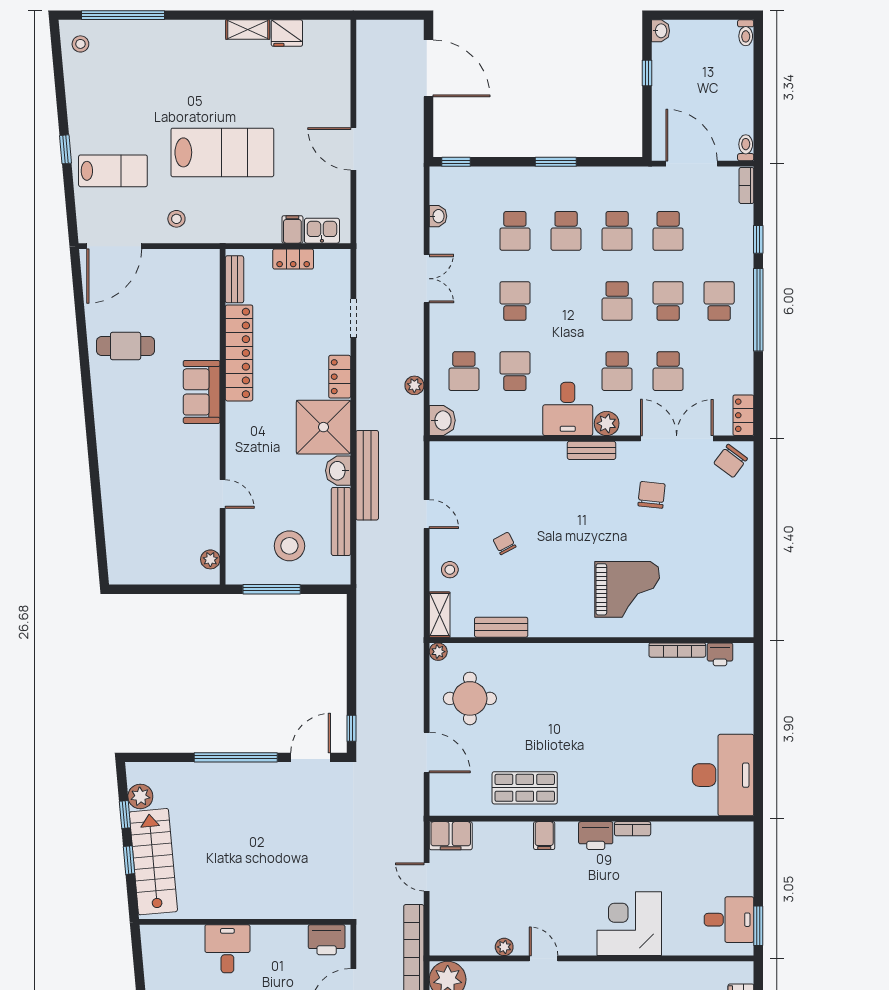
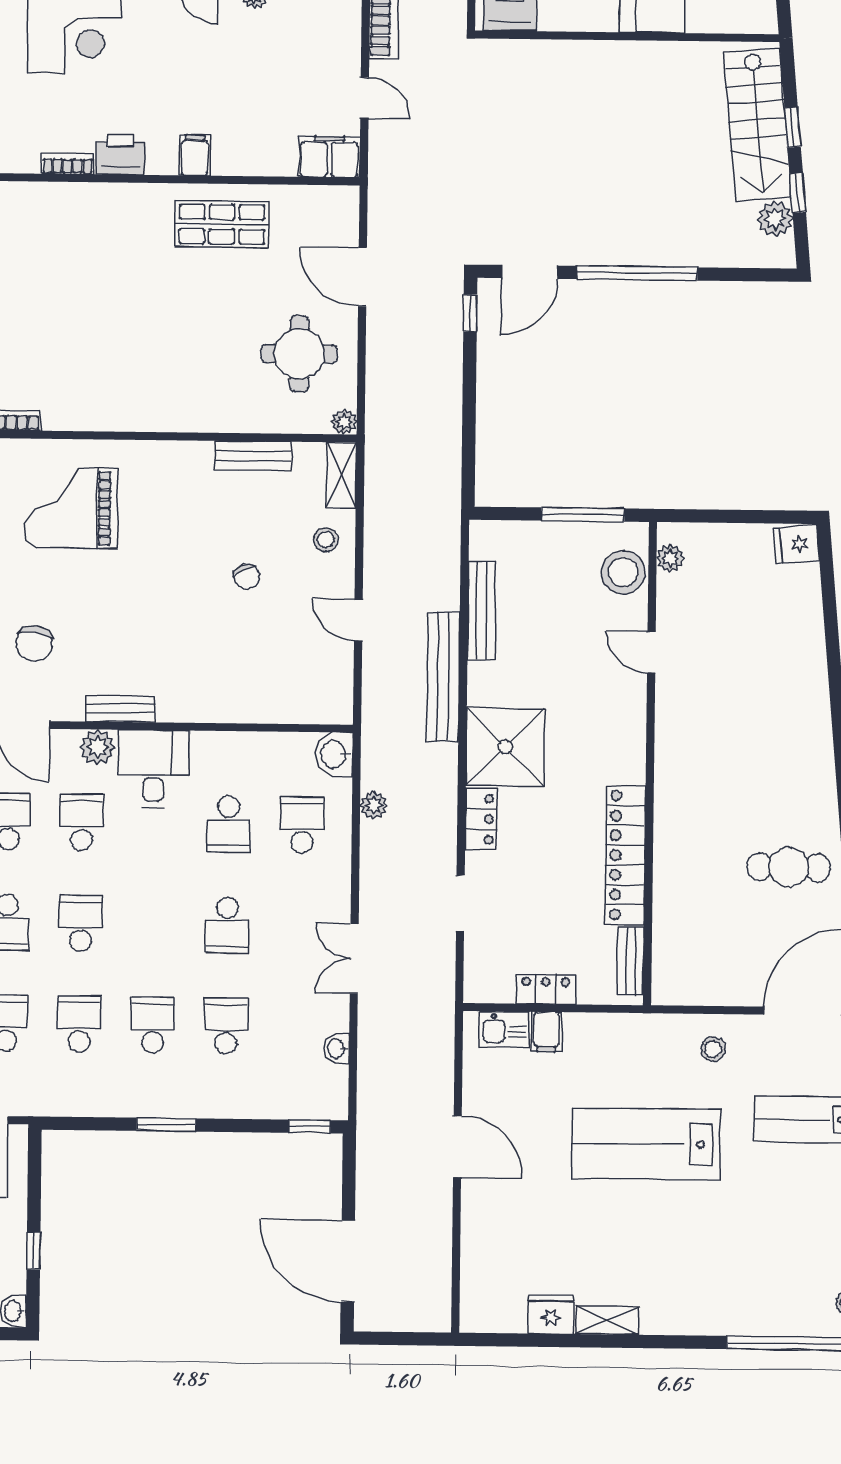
sofa: (202, 392) -> (680, 800), removed
washbasin: (338, 471) -> (485, 684), removed
stool: (289, 546) -> (623, 572), moved
fridge: (123, 570) -> (796, 544), added

